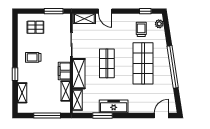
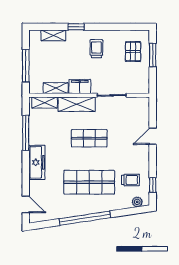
window: (54, 11) -> (153, 55), moved
shelving: (84, 19) -> (144, 111), removed
freezer: (114, 106) -> (37, 162), moved
window: (102, 116) -> (26, 133), width x1.44

